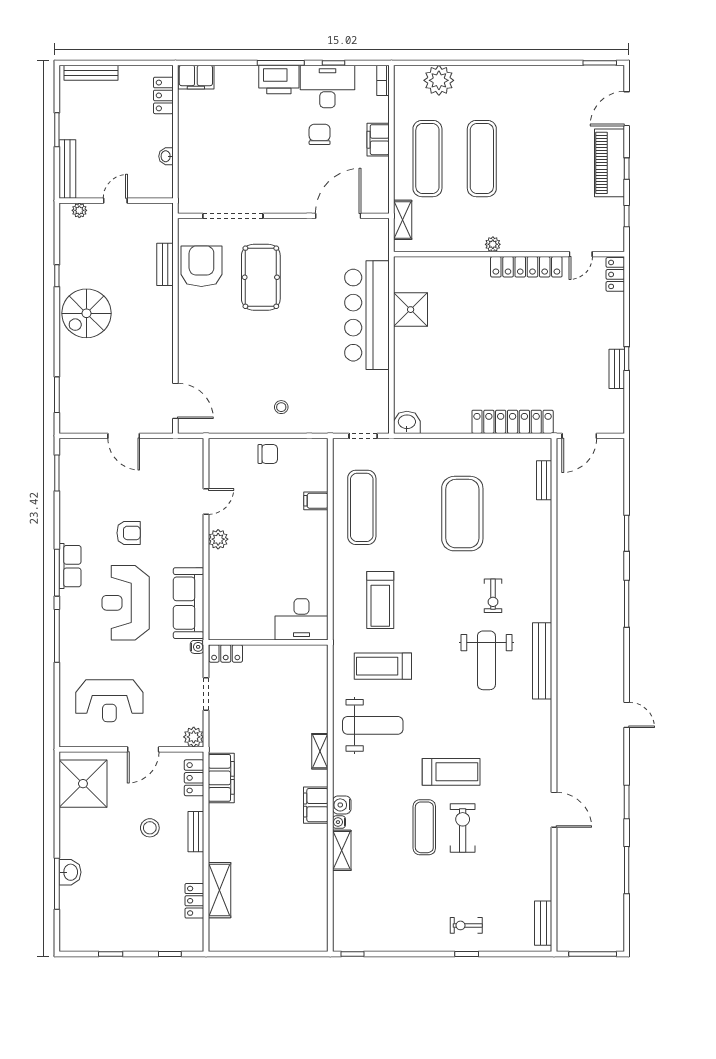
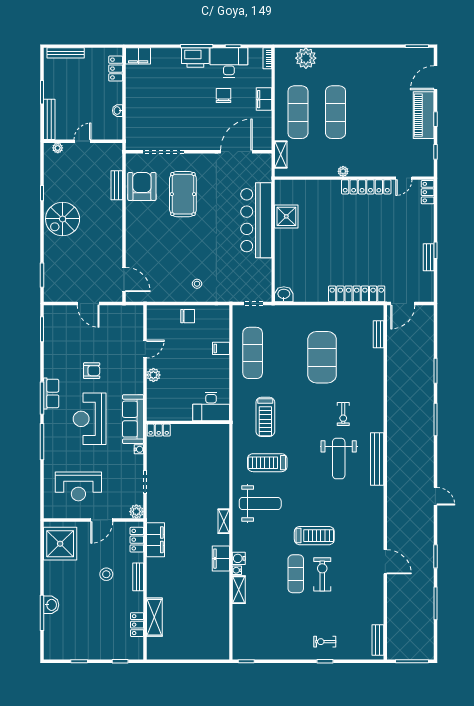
desk: (302, 619) -> (211, 406), moved
wall: (268, 642) -> (188, 422), moved
locker: (226, 653) -> (159, 430), moved

